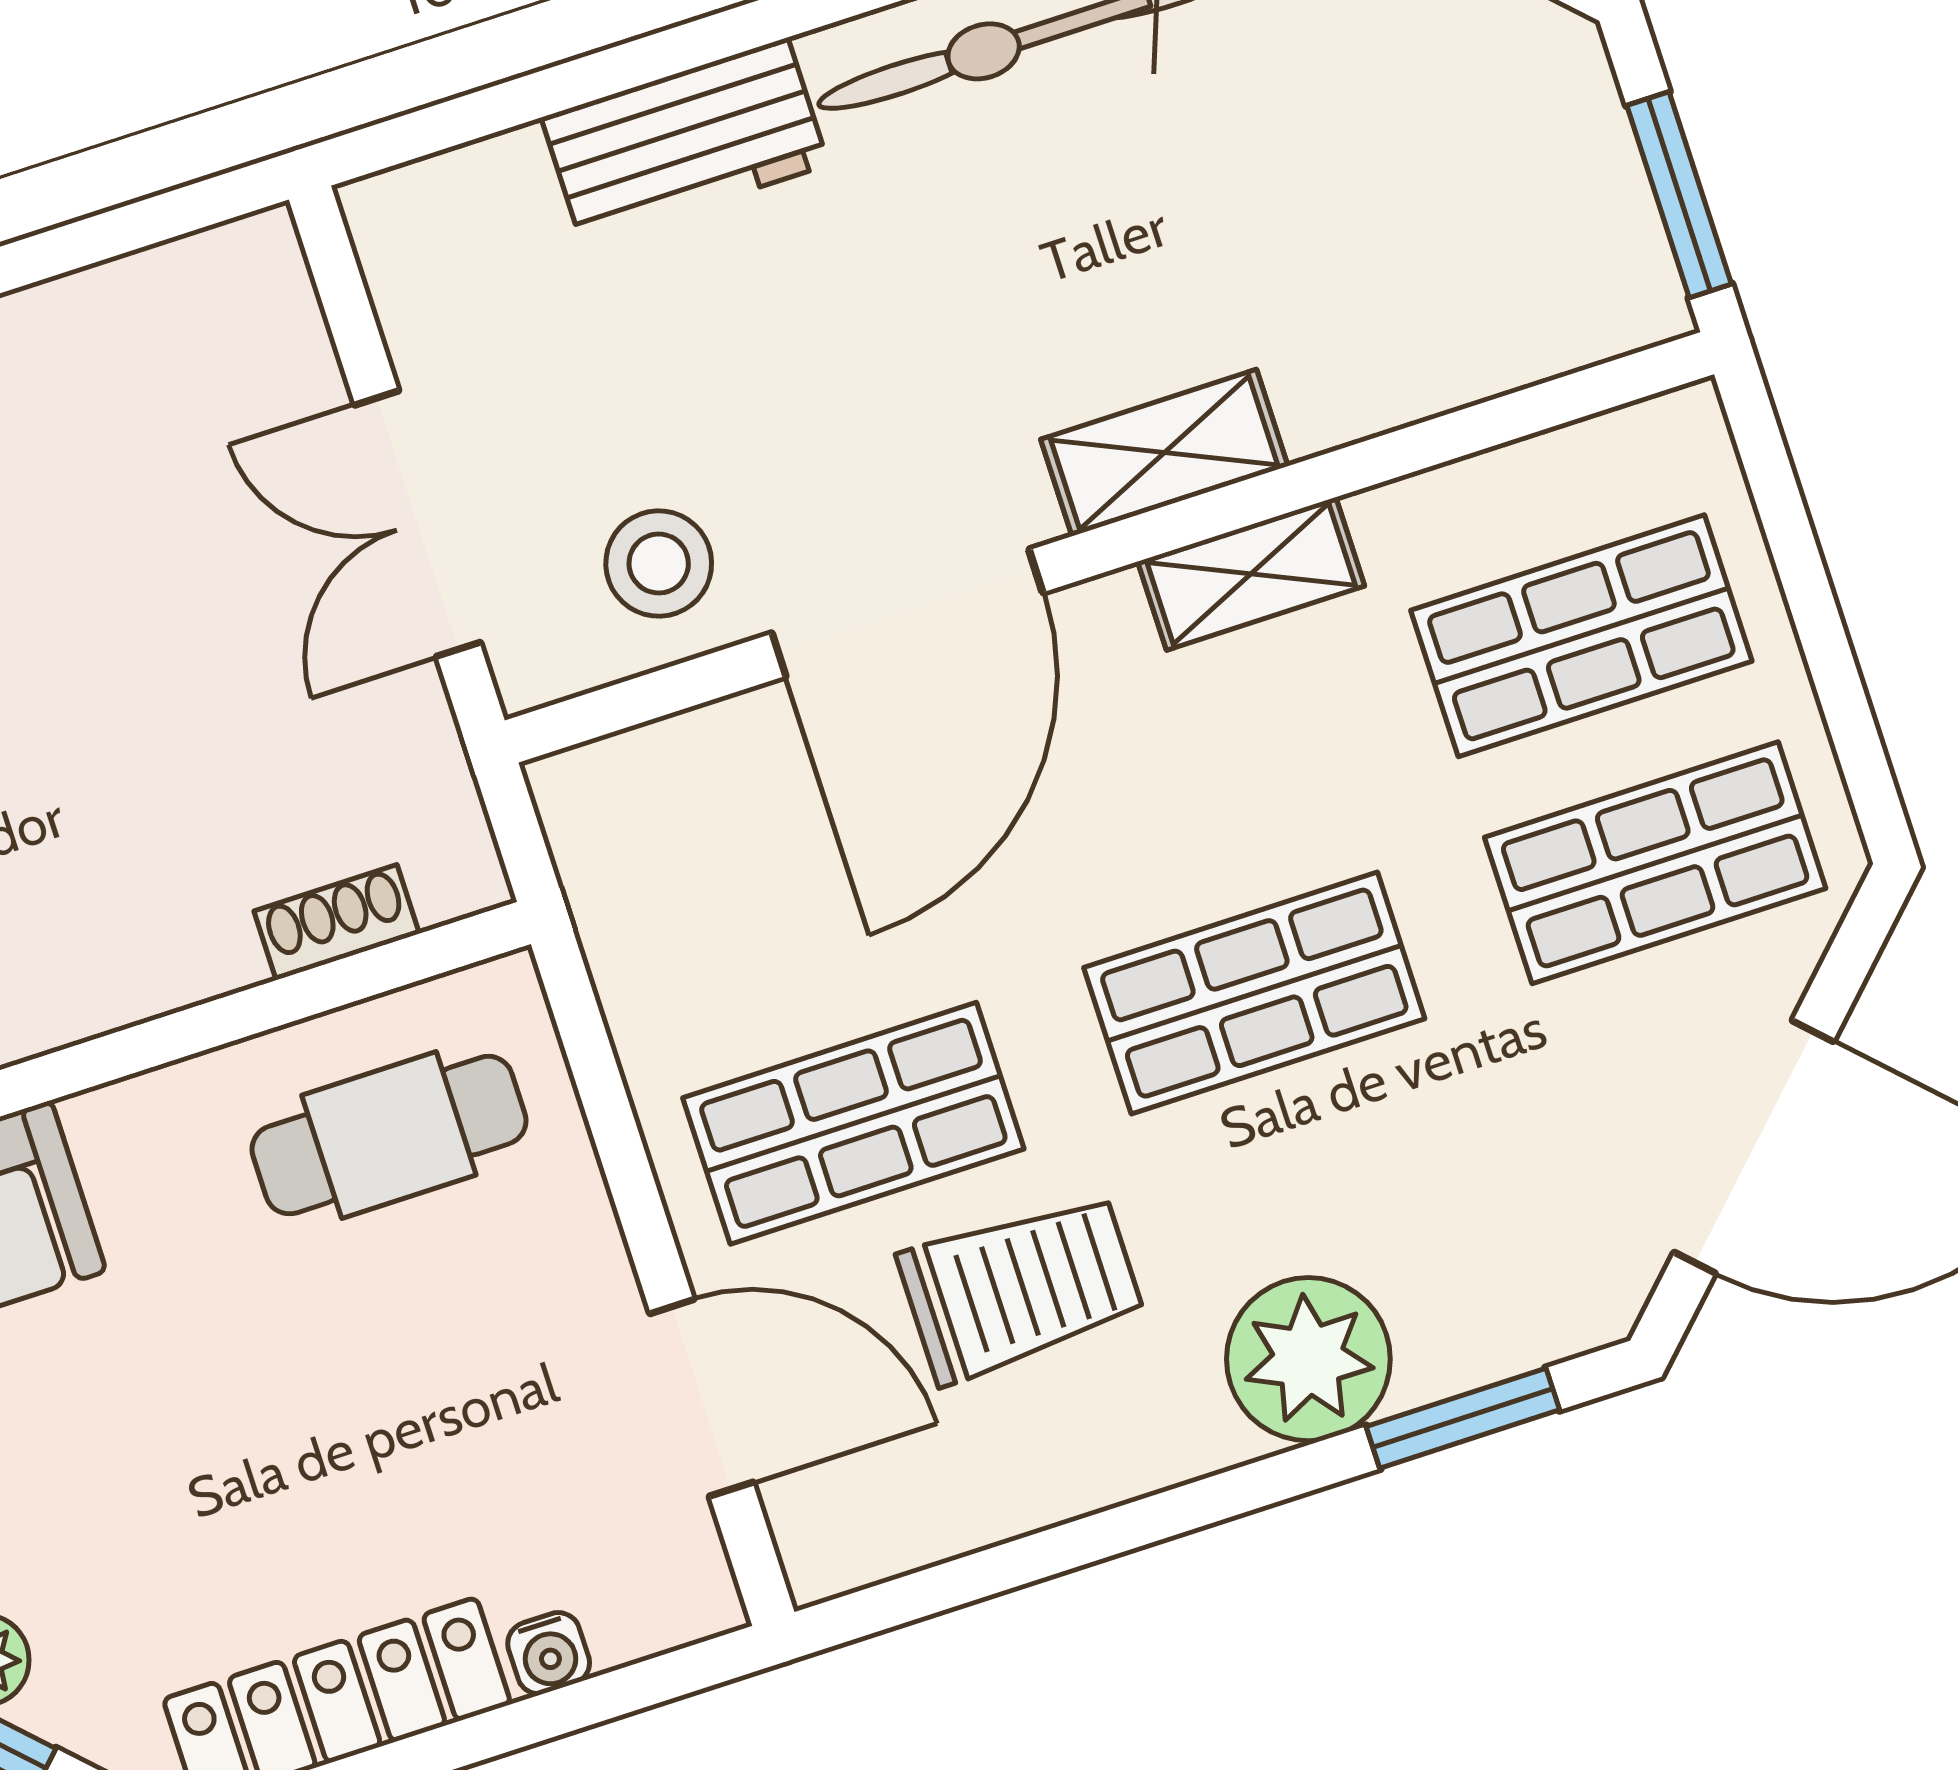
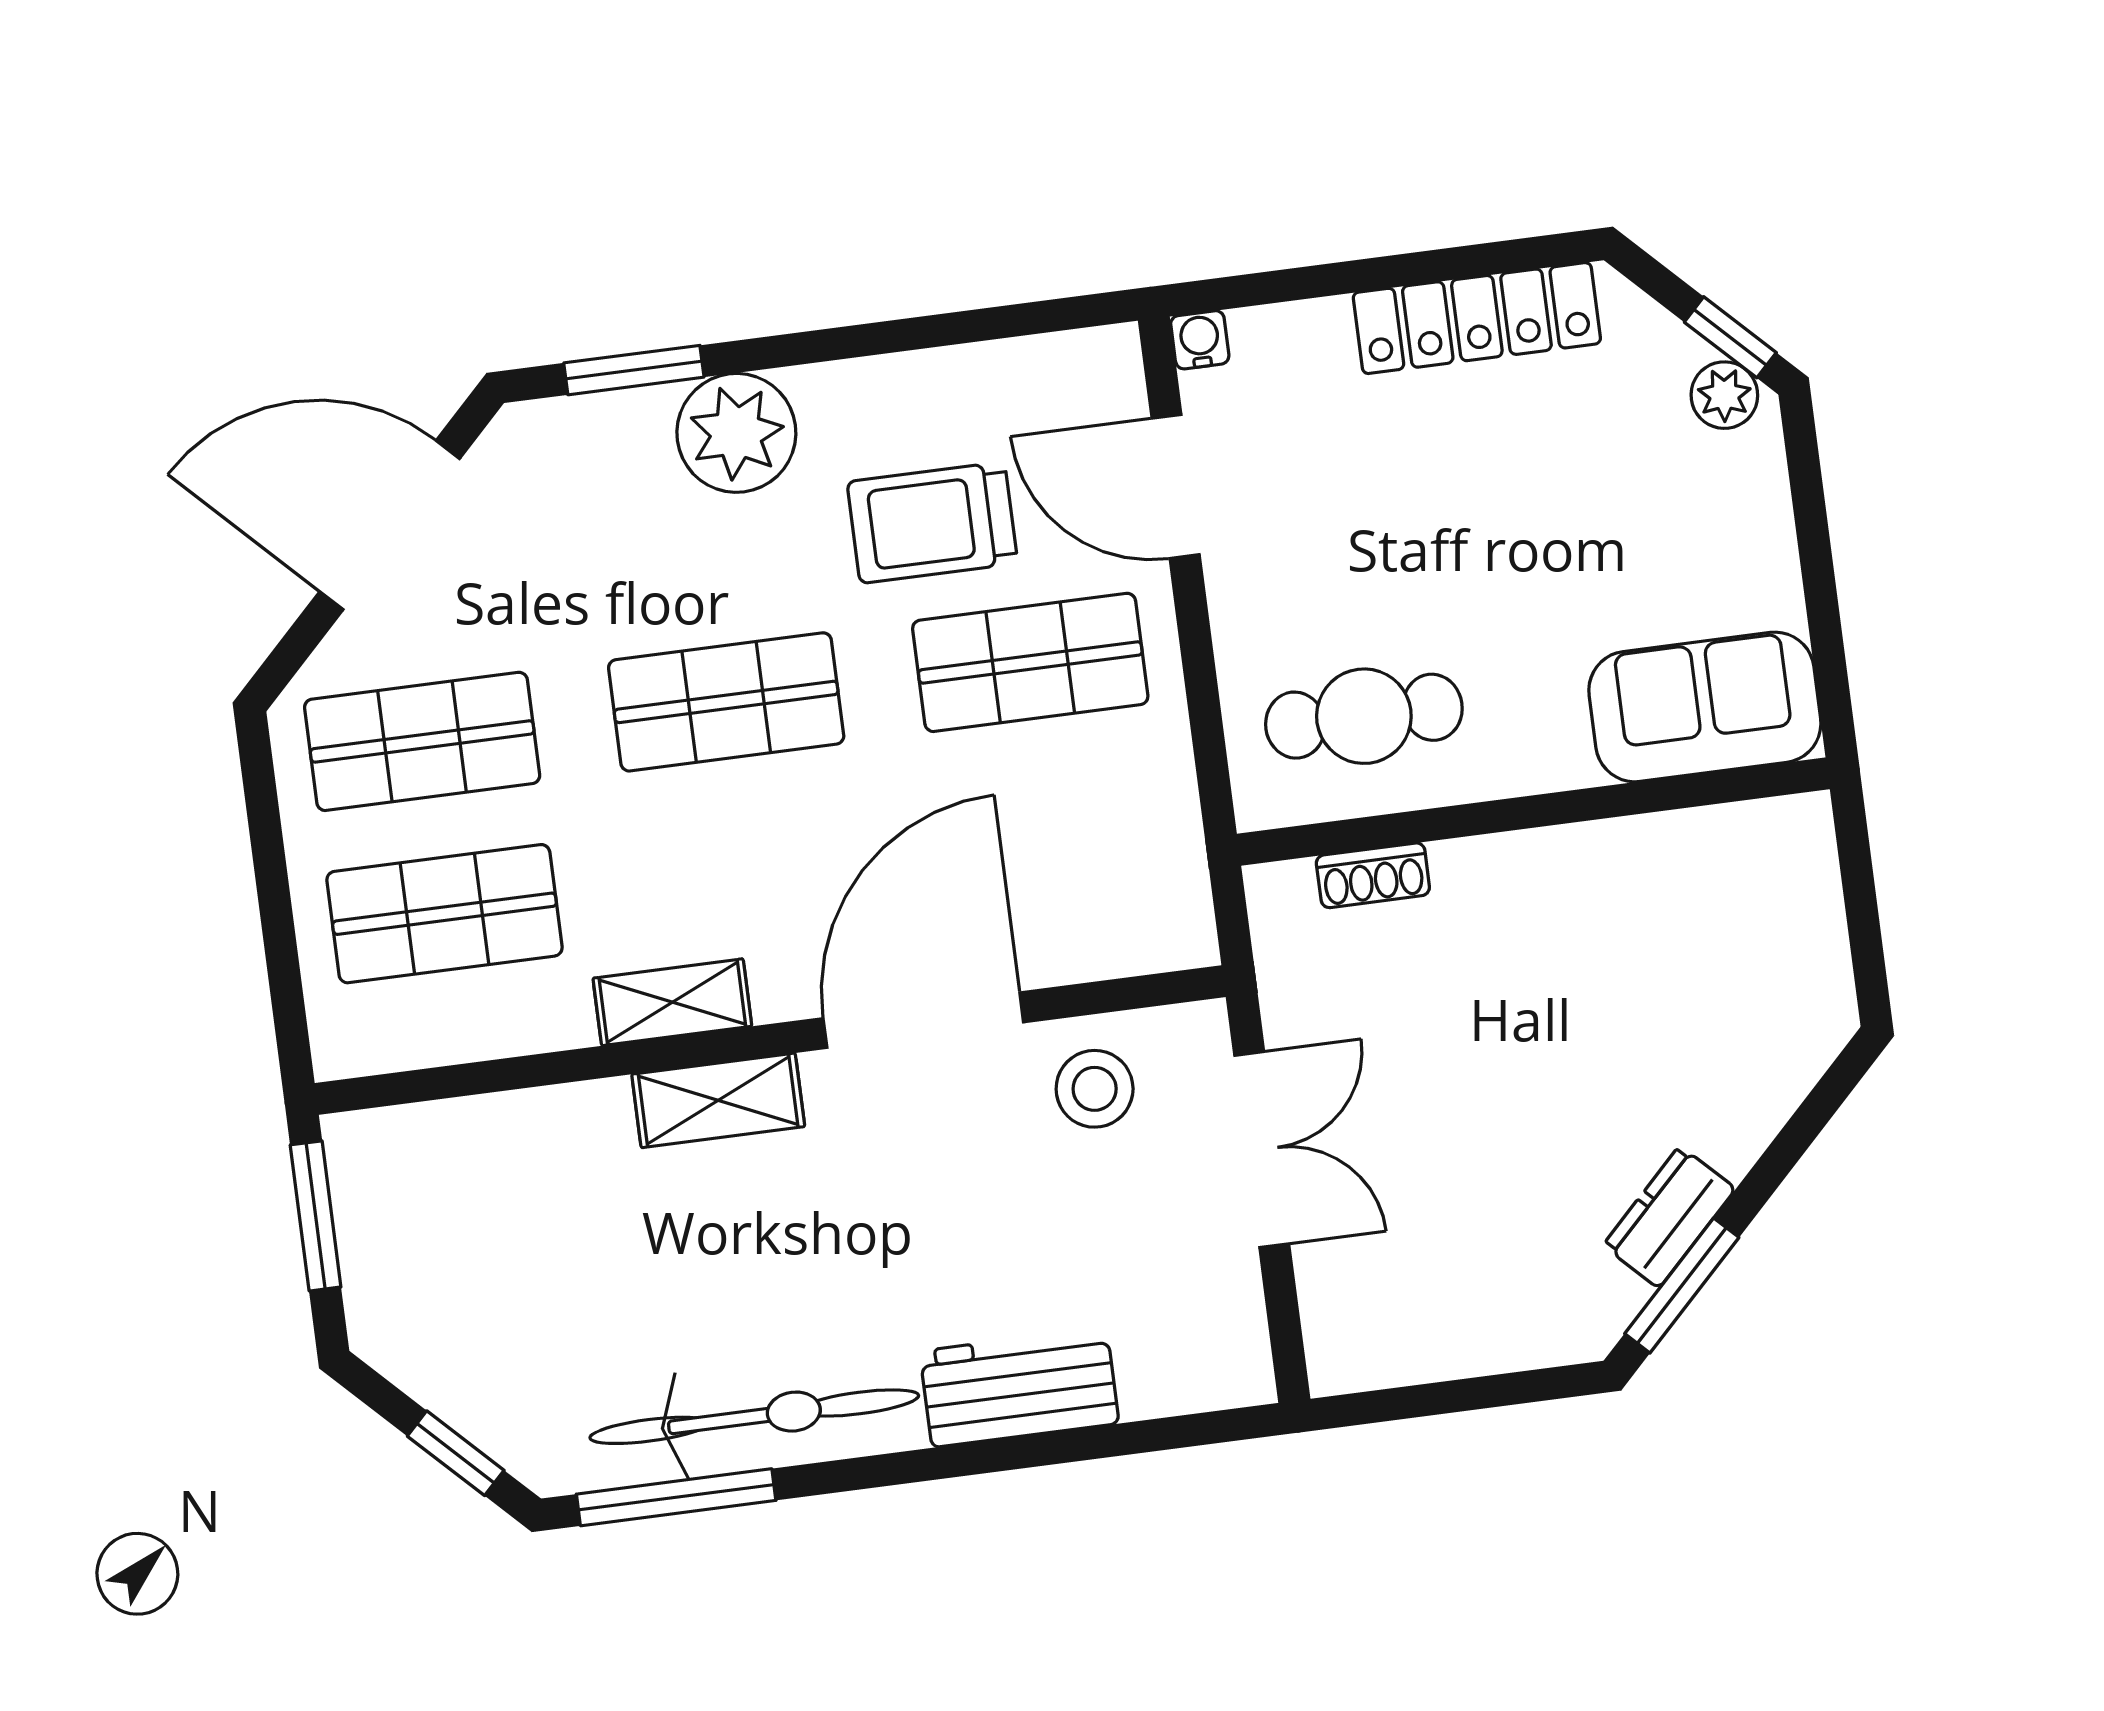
water cooler: (549, 1653) -> (1200, 340), moved

